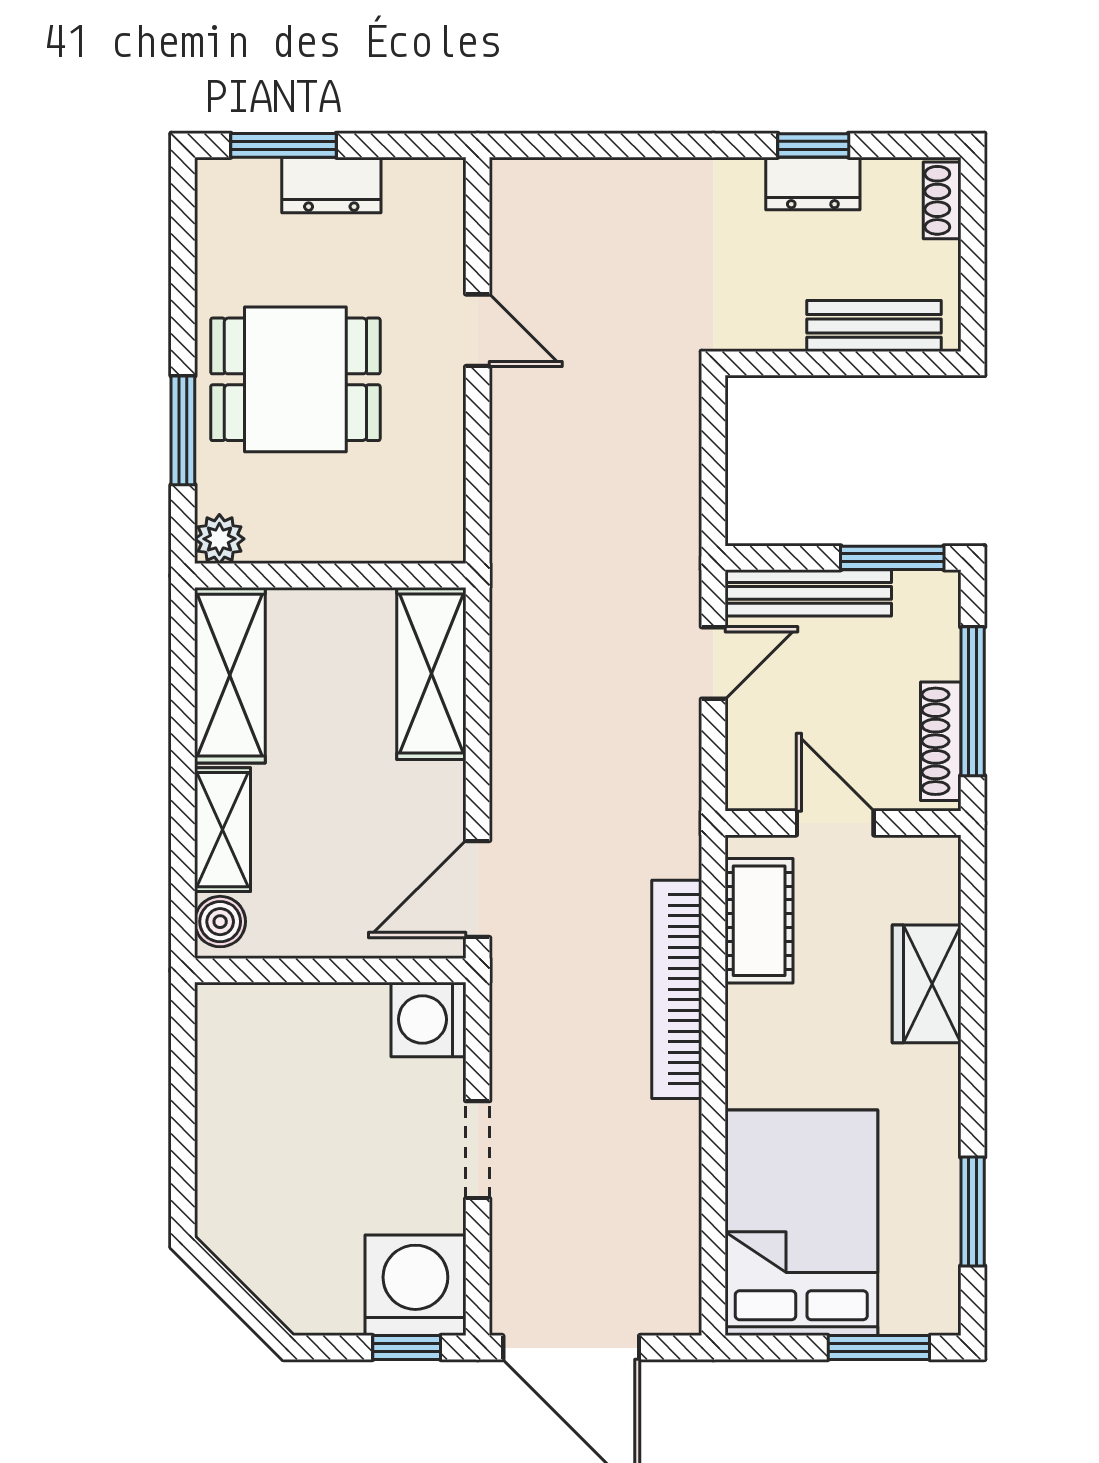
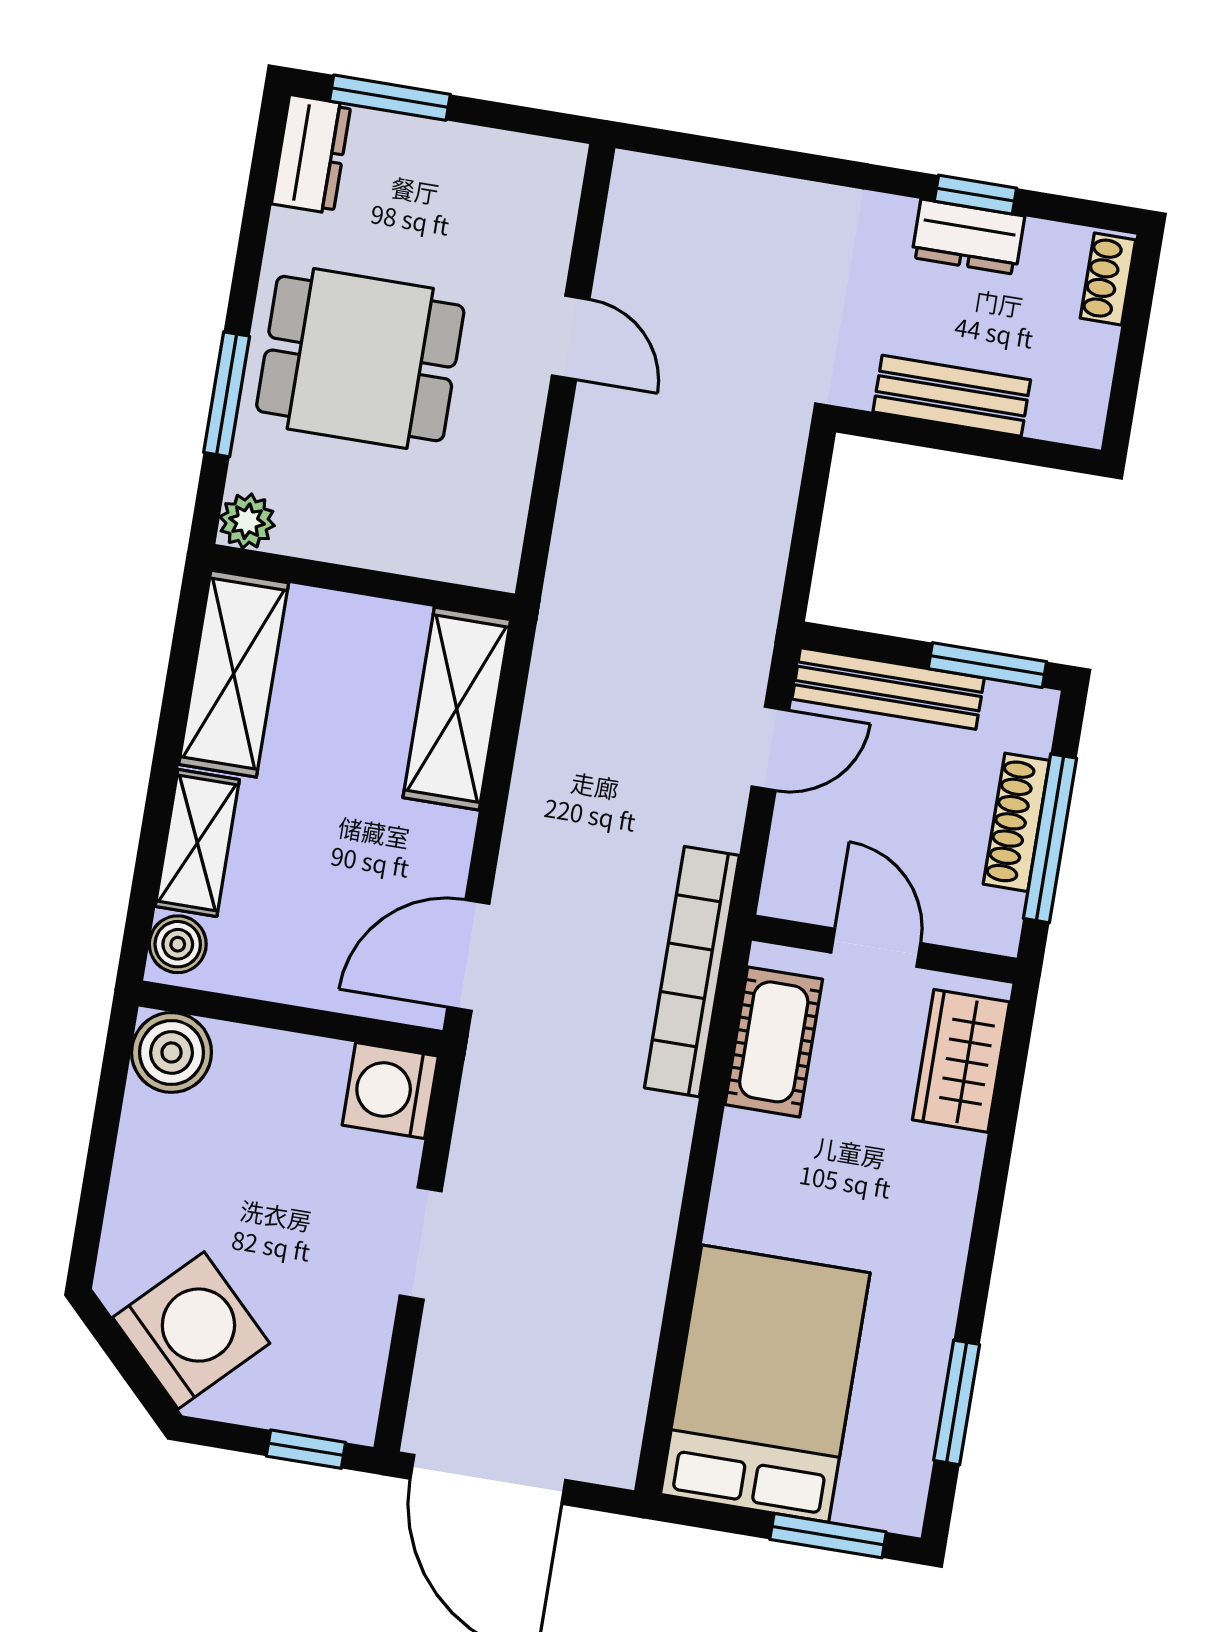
dresser: (331, 185) -> (311, 154), moved, turned -90
bench: (874, 326) -> (952, 396), moved
shoe rack: (941, 741) -> (1016, 822), moved
wardrobe: (927, 984) -> (961, 1061), moved
bookcase: (677, 989) -> (692, 972), moved
boiler: (230, 1018) -> (172, 1052), added
washing machine: (415, 1285) -> (191, 1330), moved, turned 45

